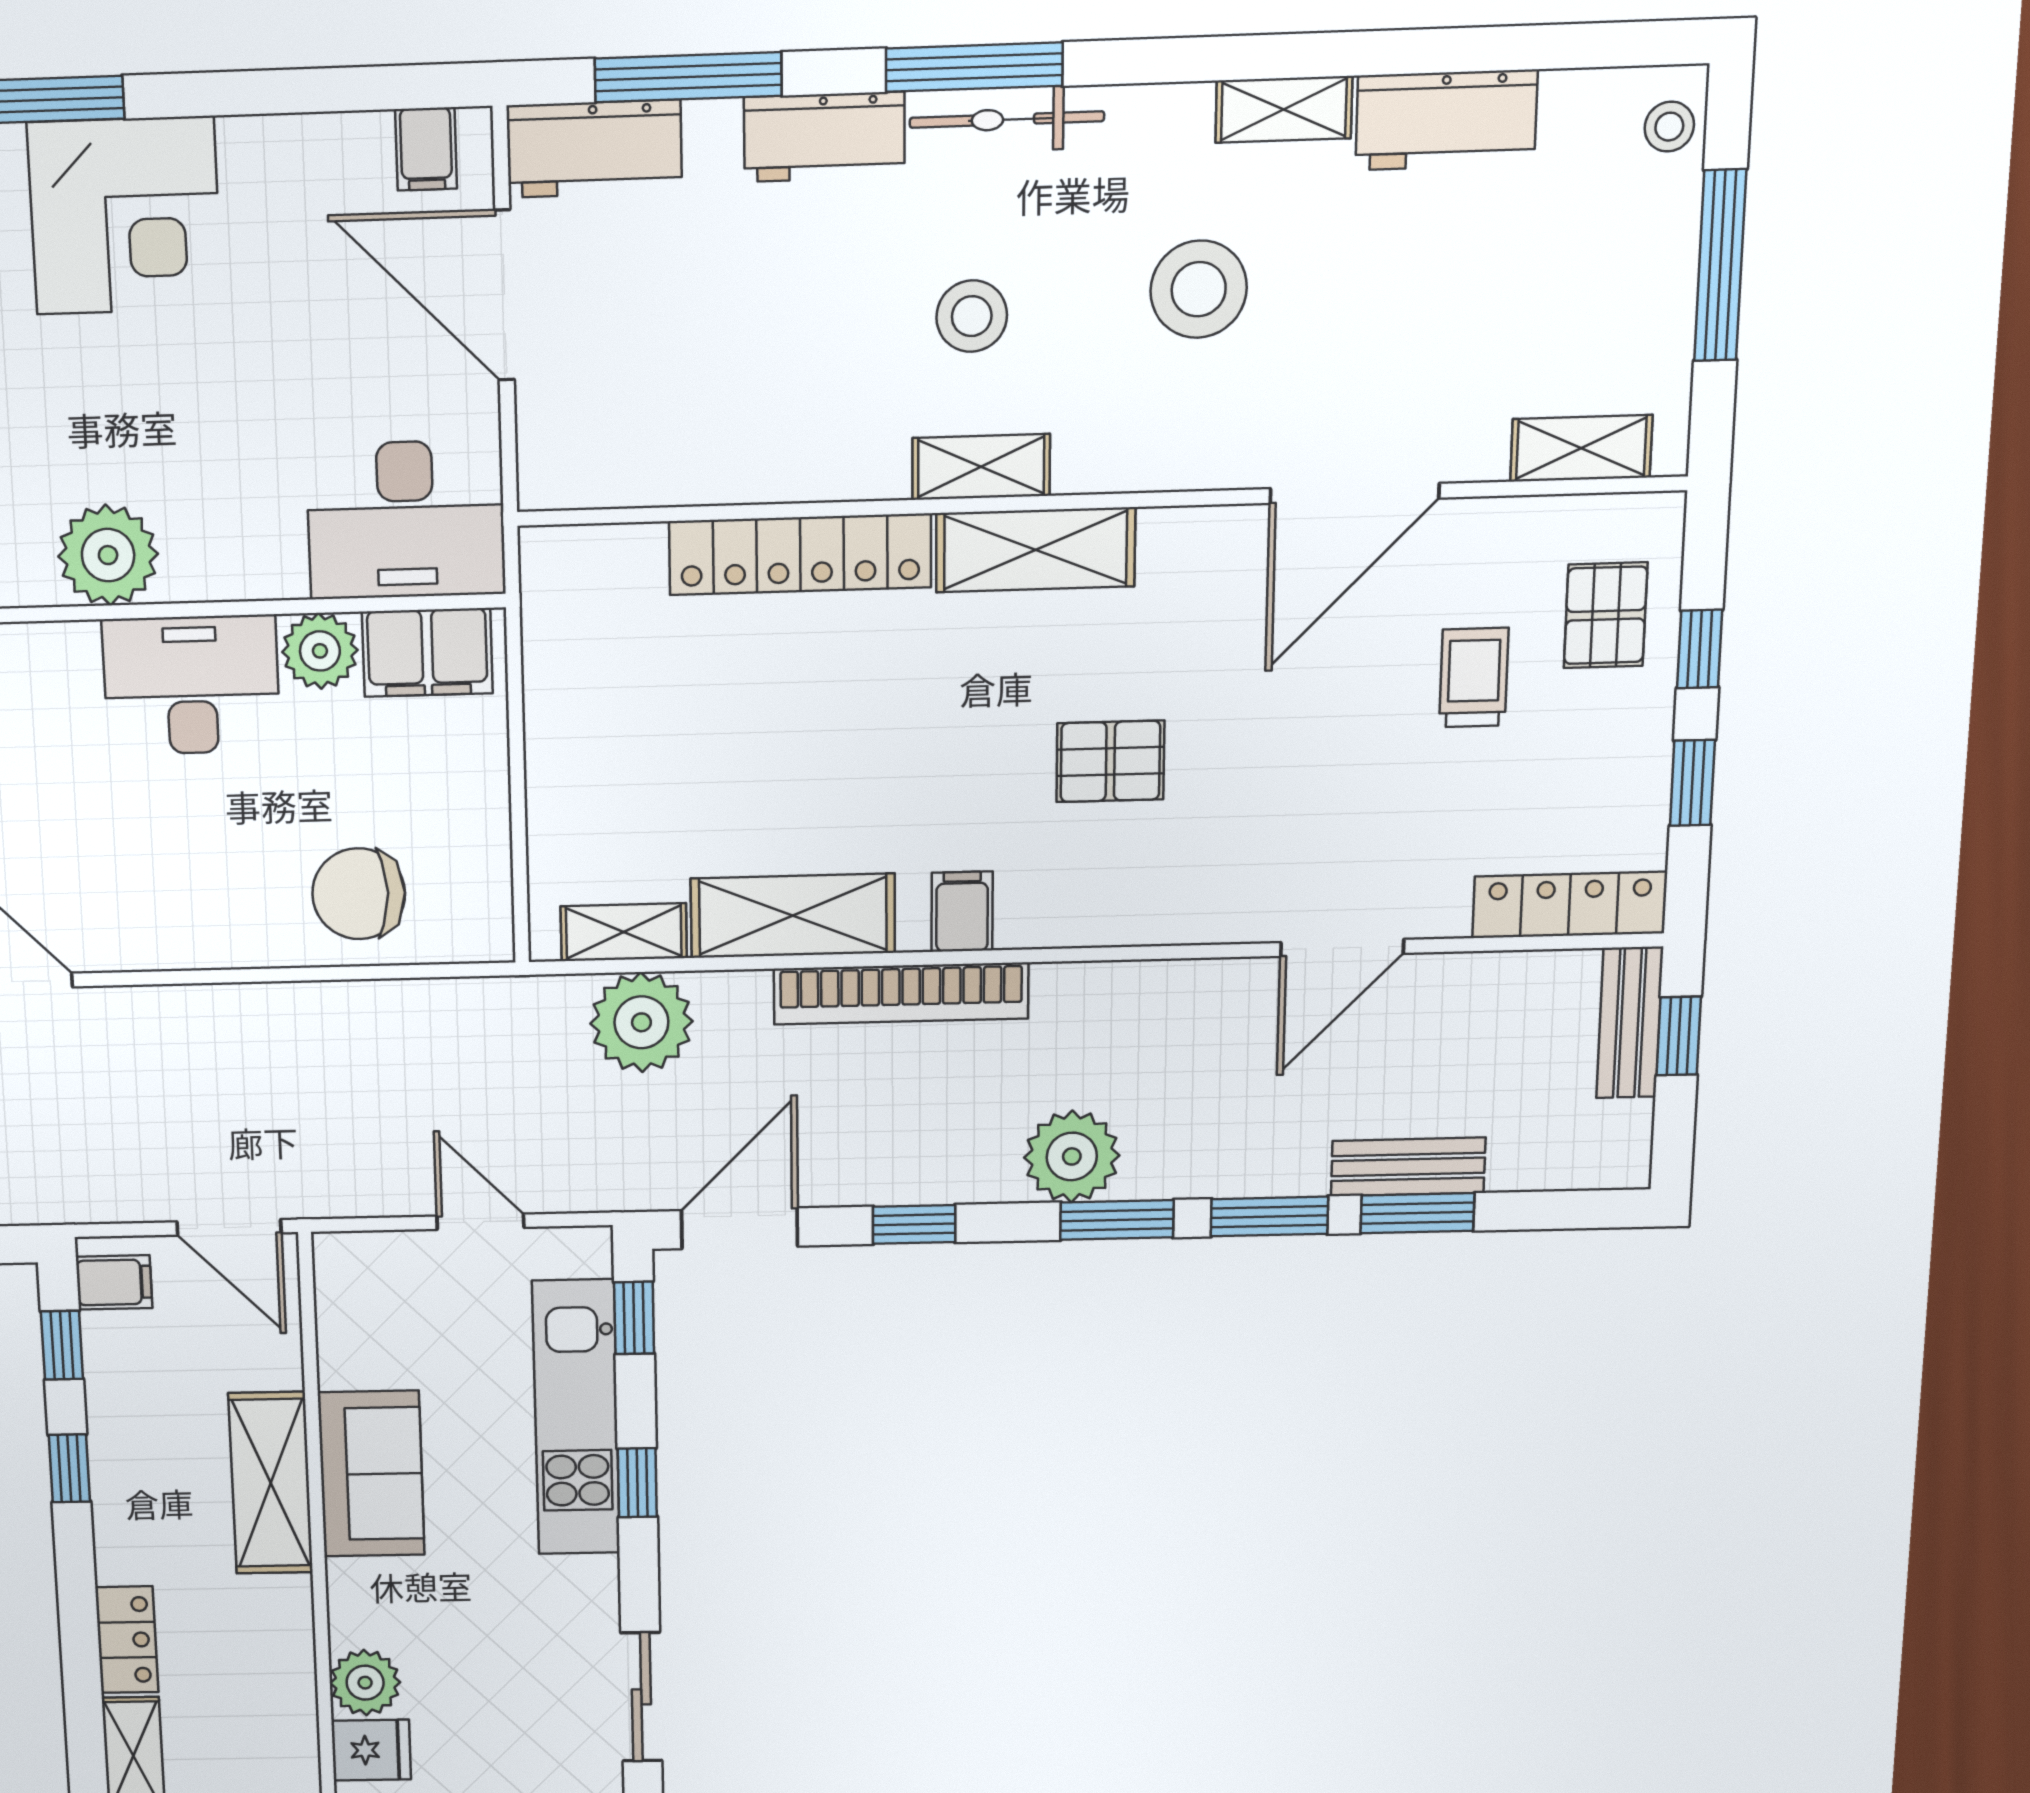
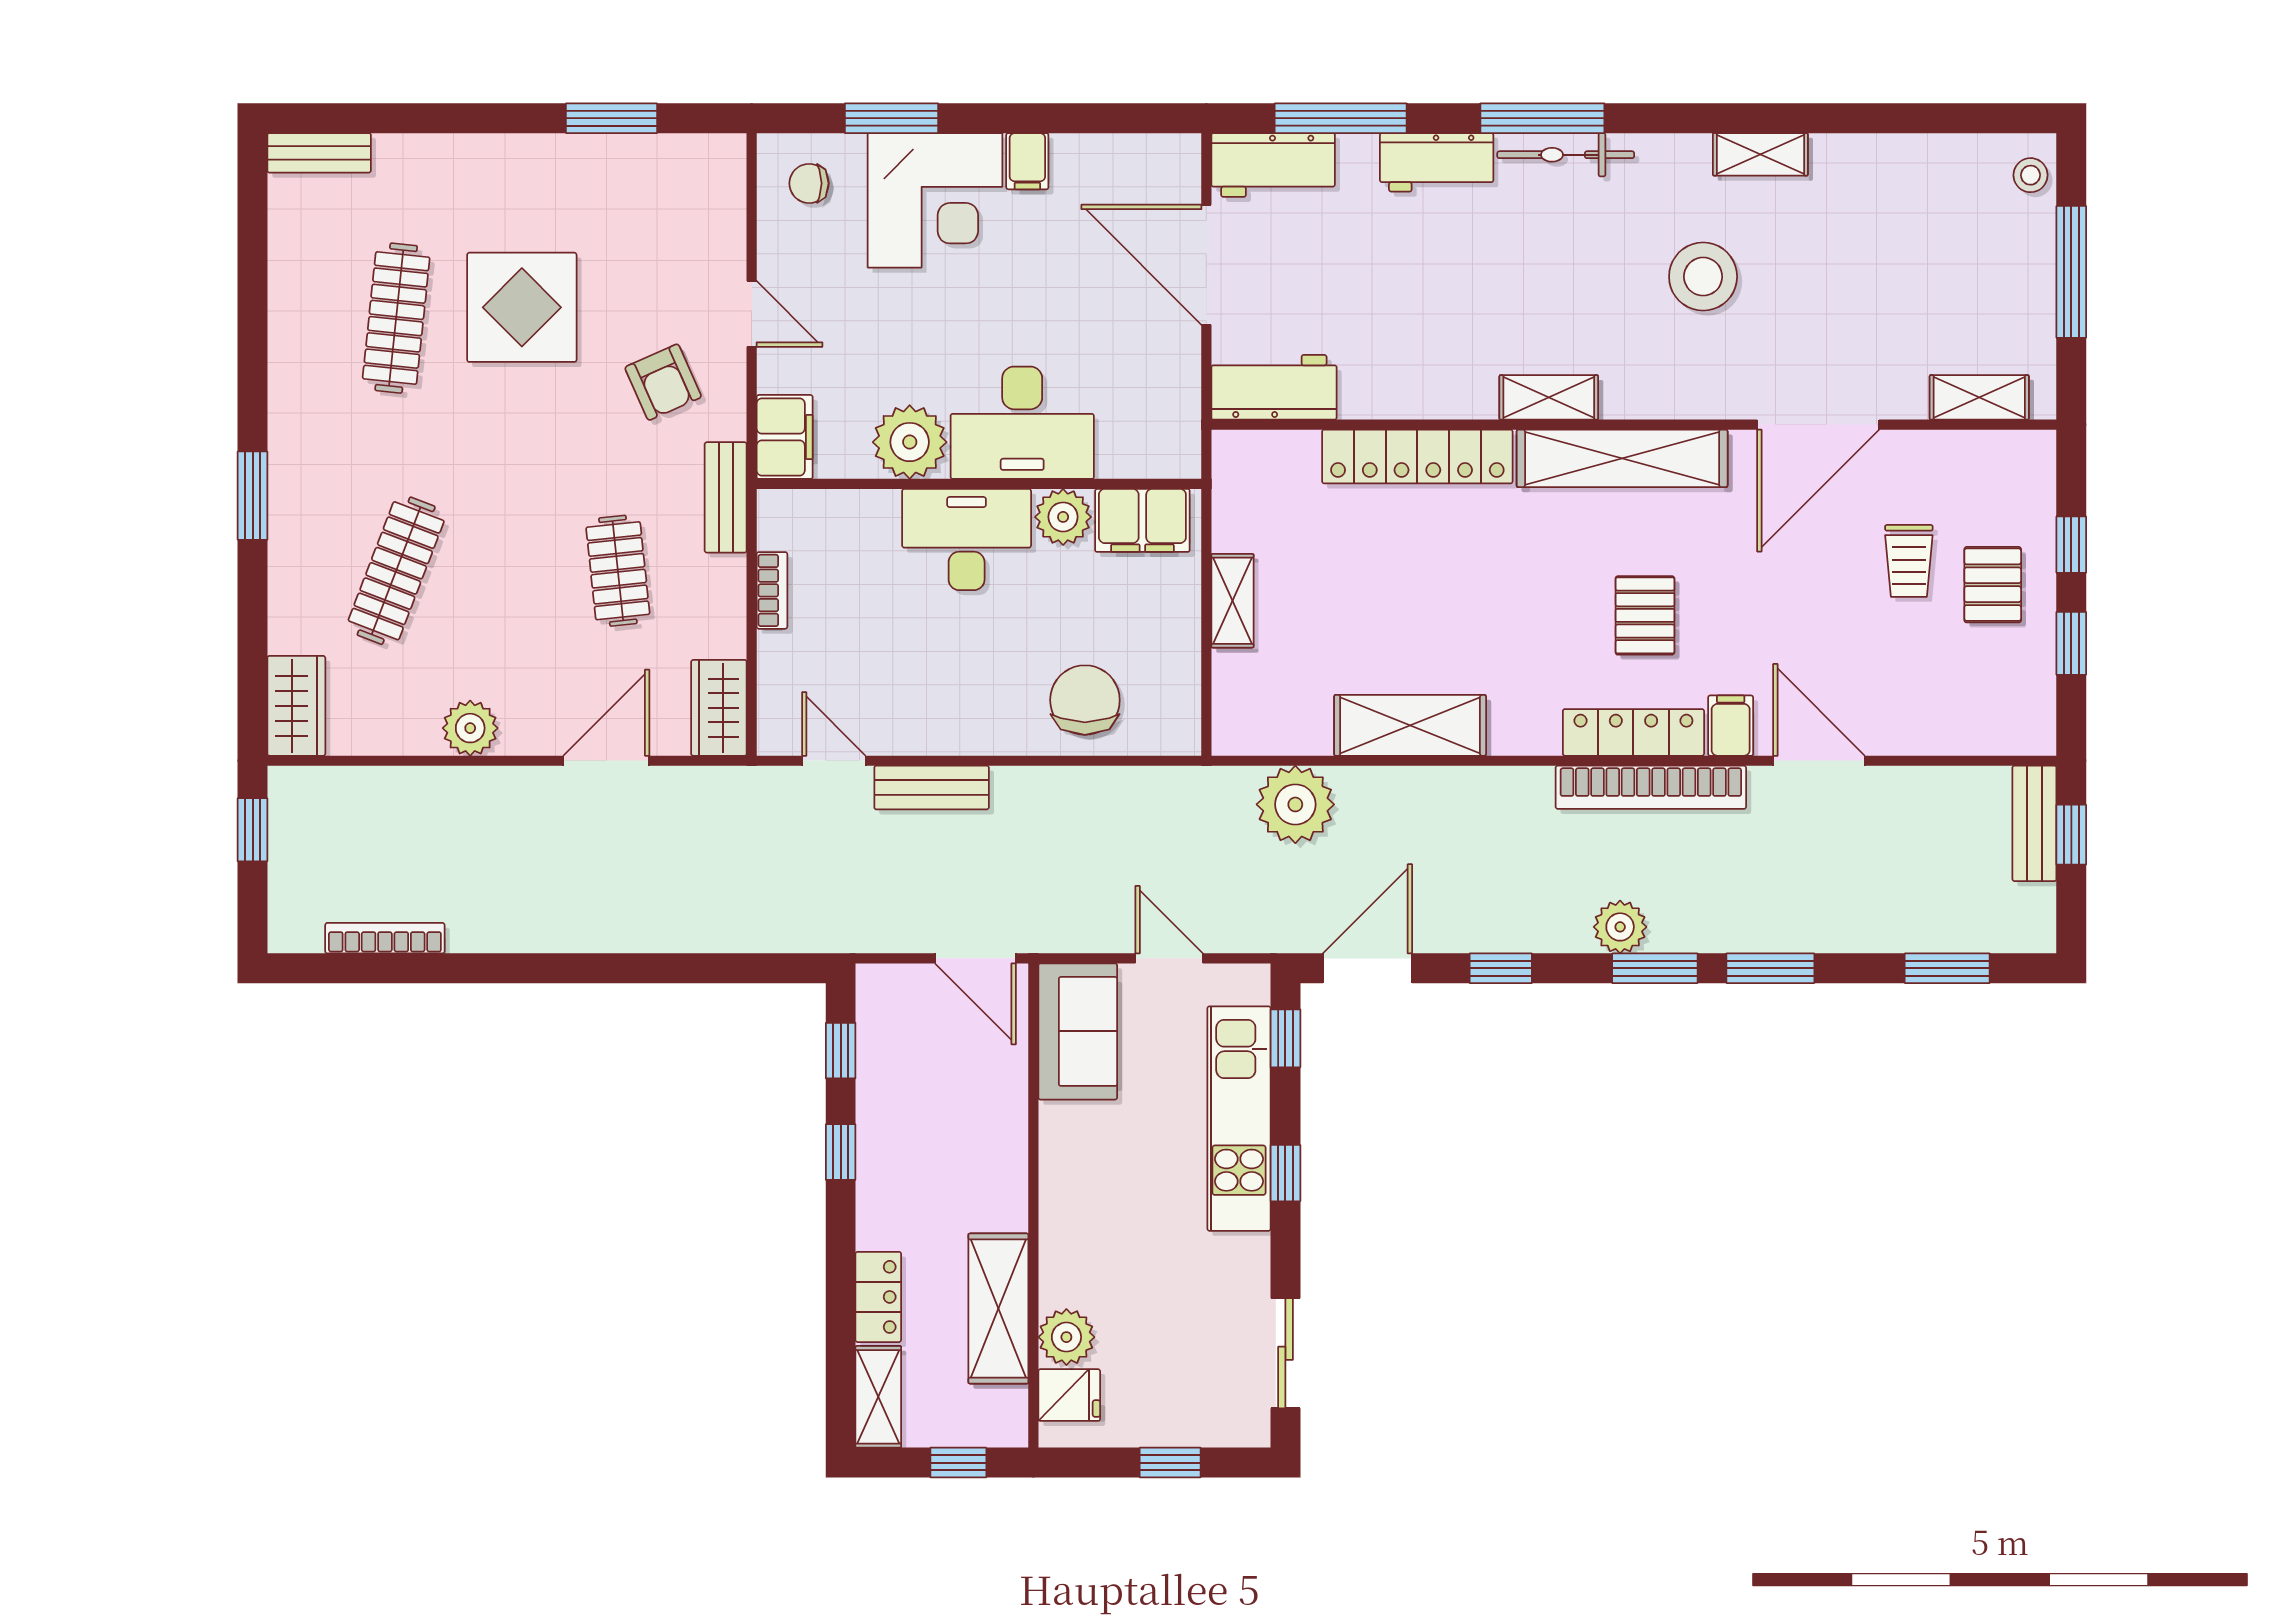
workbench: (1446, 120) -> (1274, 387), moved, turned 180
filing cabinet: (426, 149) -> (1027, 161), moved
stool: (972, 316) -> (1541, 290), removed
desk: (406, 520) -> (1022, 423), moved
shelving: (1035, 550) -> (1622, 458), width x1.47
pallet: (1606, 615) -> (1993, 585), moved
trolley: (1474, 678) -> (1909, 561), turned 180
pallet: (1110, 761) -> (1645, 615), turned 90
chair: (359, 894) -> (1085, 700), turned 90
locker: (1570, 905) -> (1633, 732), moved
filing cabinet: (962, 912) -> (1731, 726), moved
shelving: (624, 932) -> (1232, 601), moved, turned 90
door: (1342, 948) -> (1819, 761), swing flipped
bookcase: (901, 994) -> (1651, 787), moved
plant: (1072, 1156) -> (1620, 927), width x0.73, depth x0.73
bench: (1408, 1167) -> (932, 788), moved
window: (1417, 1213) -> (1947, 968), moved
filing cabinet: (114, 1282) -> (884, 1001), removed
sofa: (371, 1474) -> (1078, 1031), moved
shelving: (271, 1483) -> (998, 1309), moved

